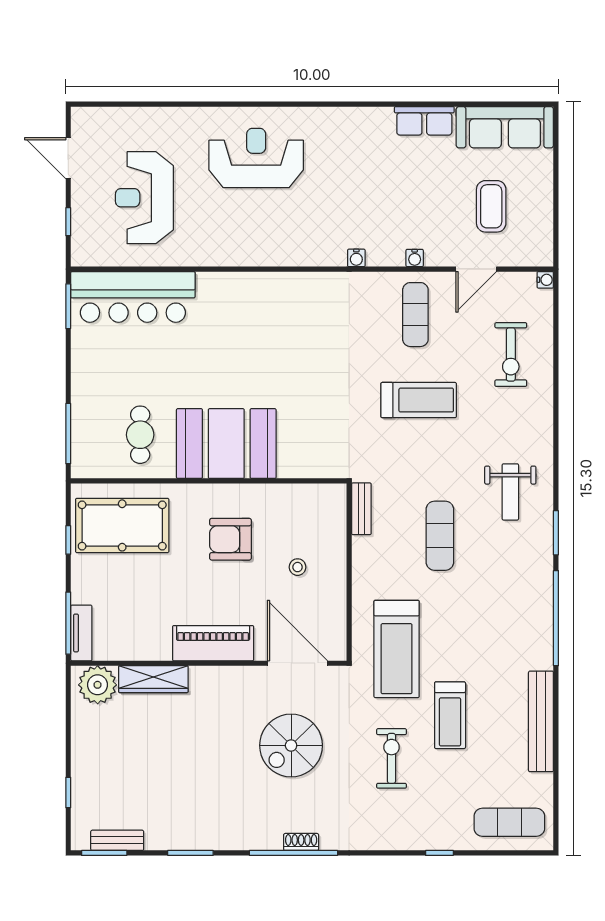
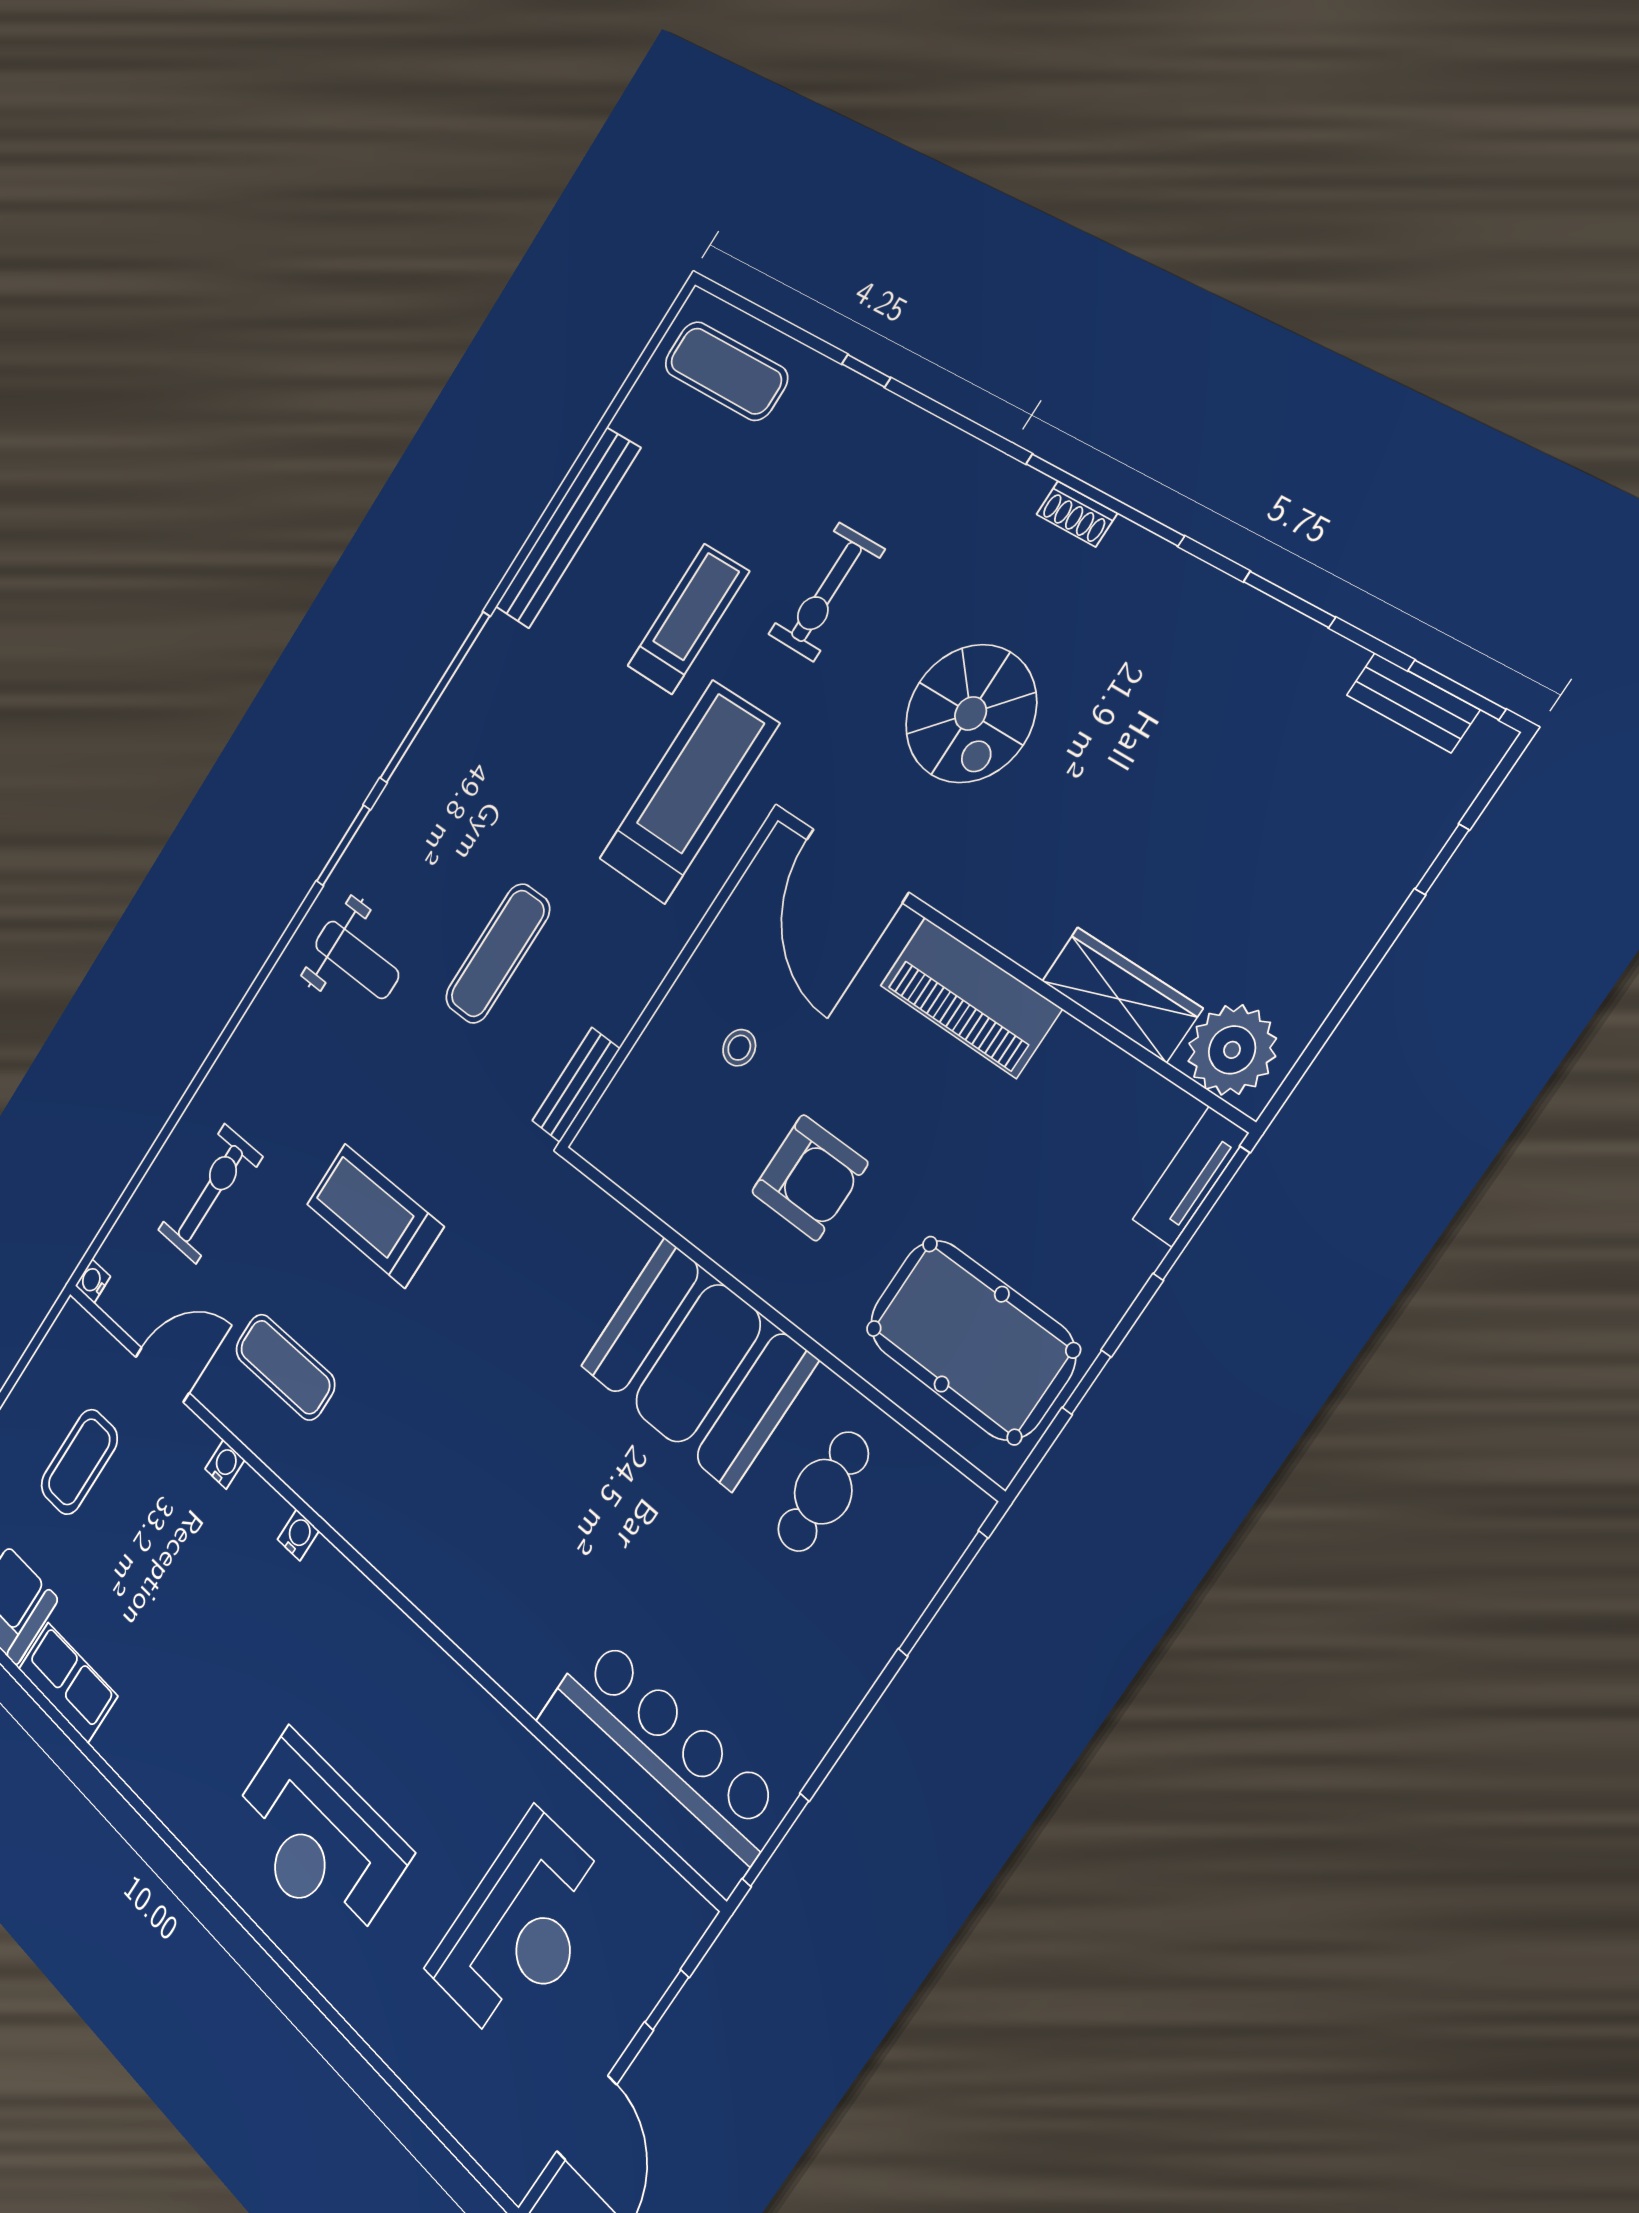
exercise mat: (415, 315) -> (285, 1367), turned 90
weight bench: (510, 492) -> (357, 960), turned 90
spiral stairs: (291, 745) -> (971, 713), turned 90

